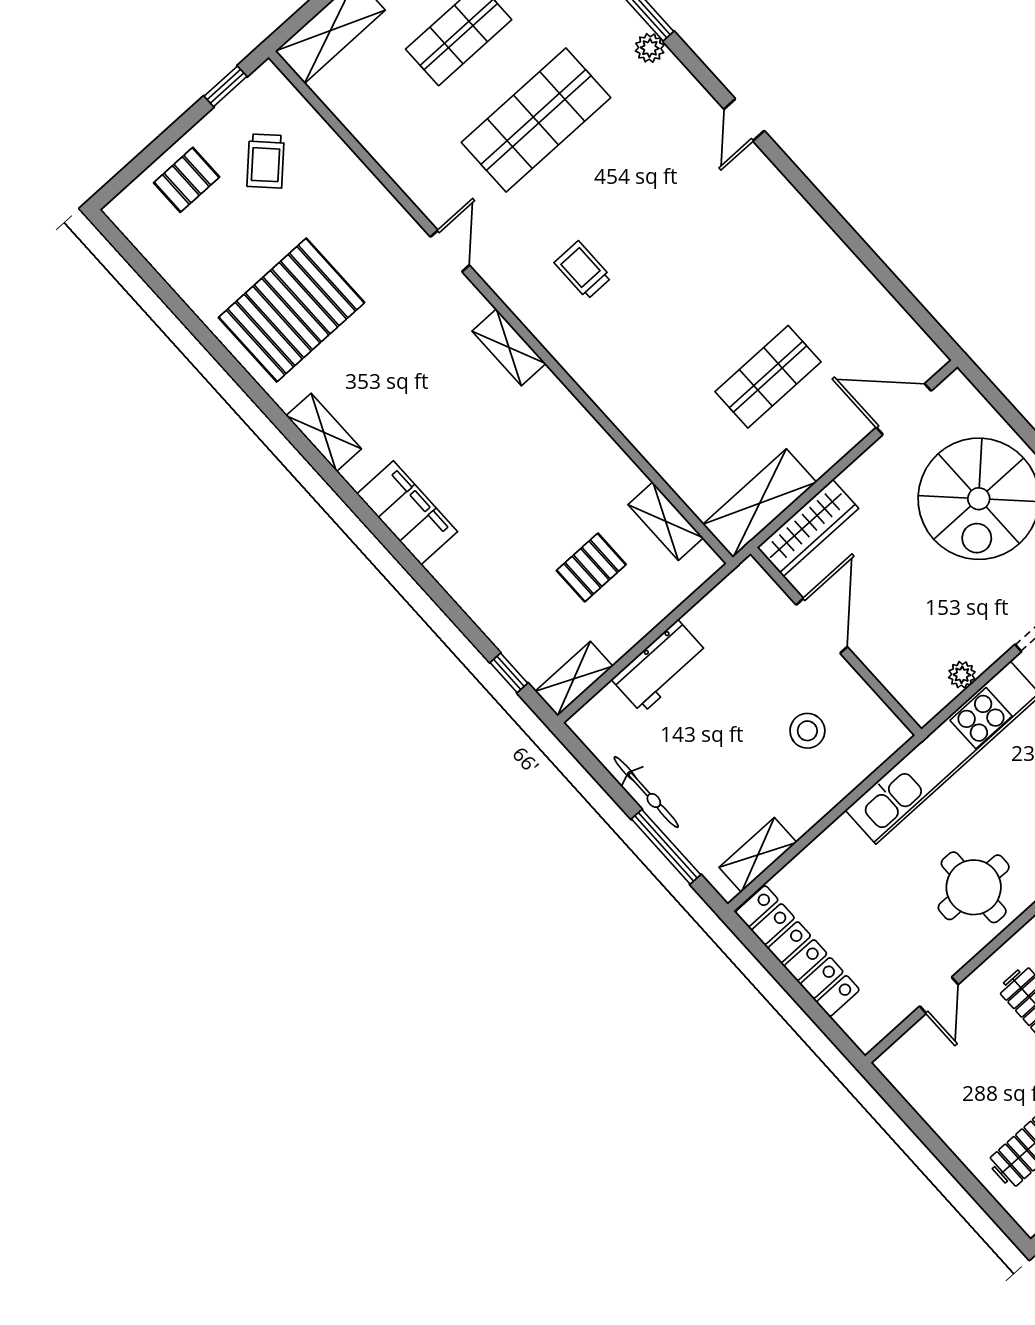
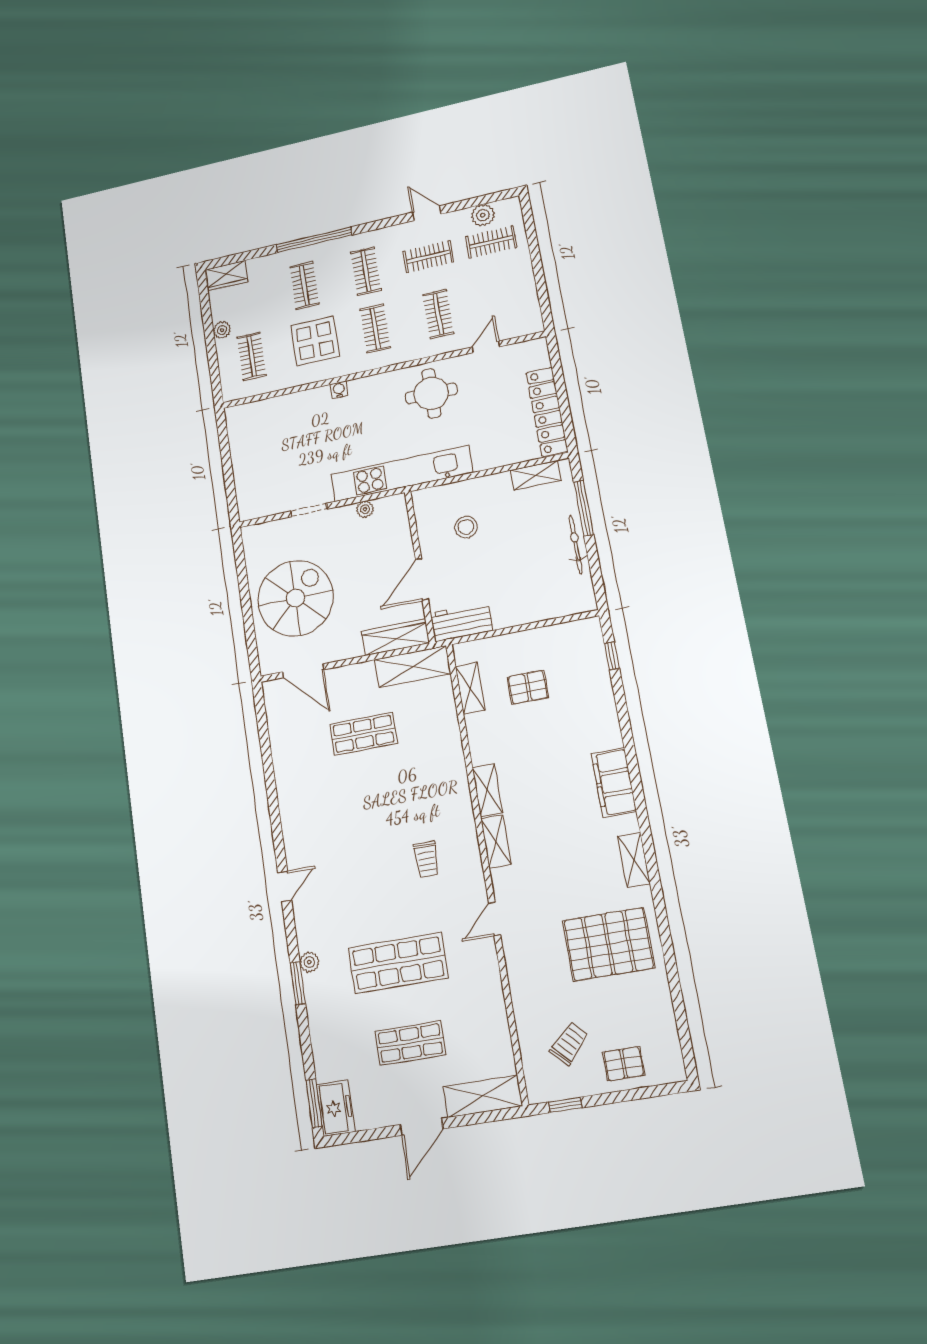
workbench: (660, 667) -> (461, 622), moved
shelving: (574, 679) -> (487, 790), moved, turned 90

